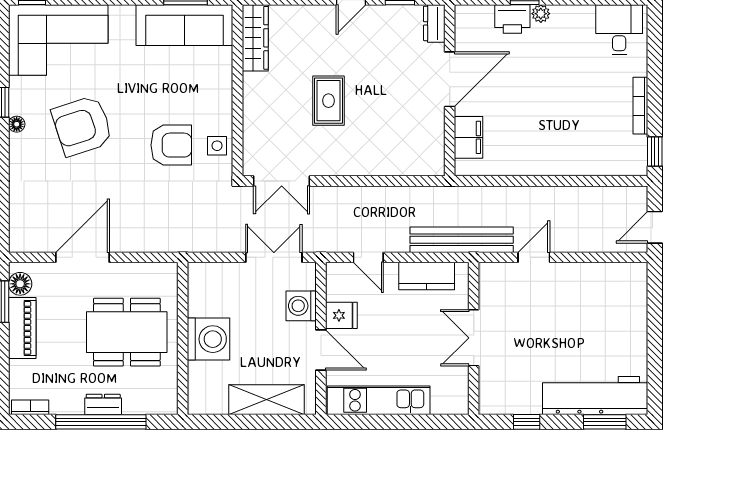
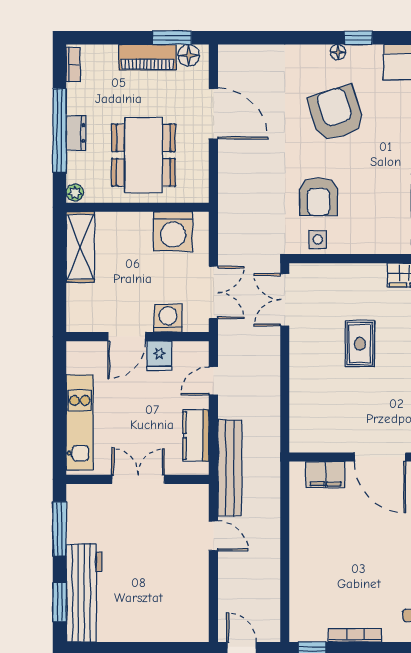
rug: (328, 101) -> (360, 344), turned 90
washing machine: (209, 339) -> (173, 231), moved
shelving: (266, 400) -> (80, 247), moved
kitchen unit: (379, 400) -> (80, 423), moved
plant: (167, 406) -> (75, 193), added
window: (527, 422) -> (60, 529), width x2.17

